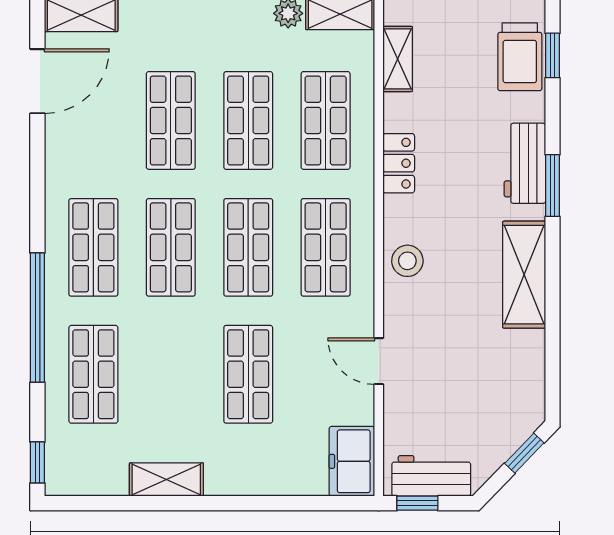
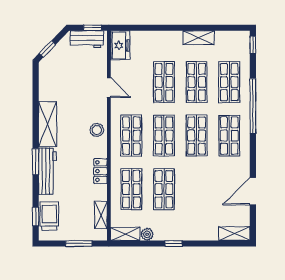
door: (37, 81) -> (253, 191), moved
shop shelf: (171, 120) -> (197, 82), moved
workbench: (525, 163) -> (47, 171), width x1.38

